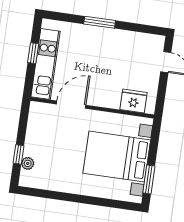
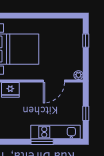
kitchen unit: (45, 64) -> (56, 132), moved, turned 90
plant: (28, 163) -> (78, 75), moved

